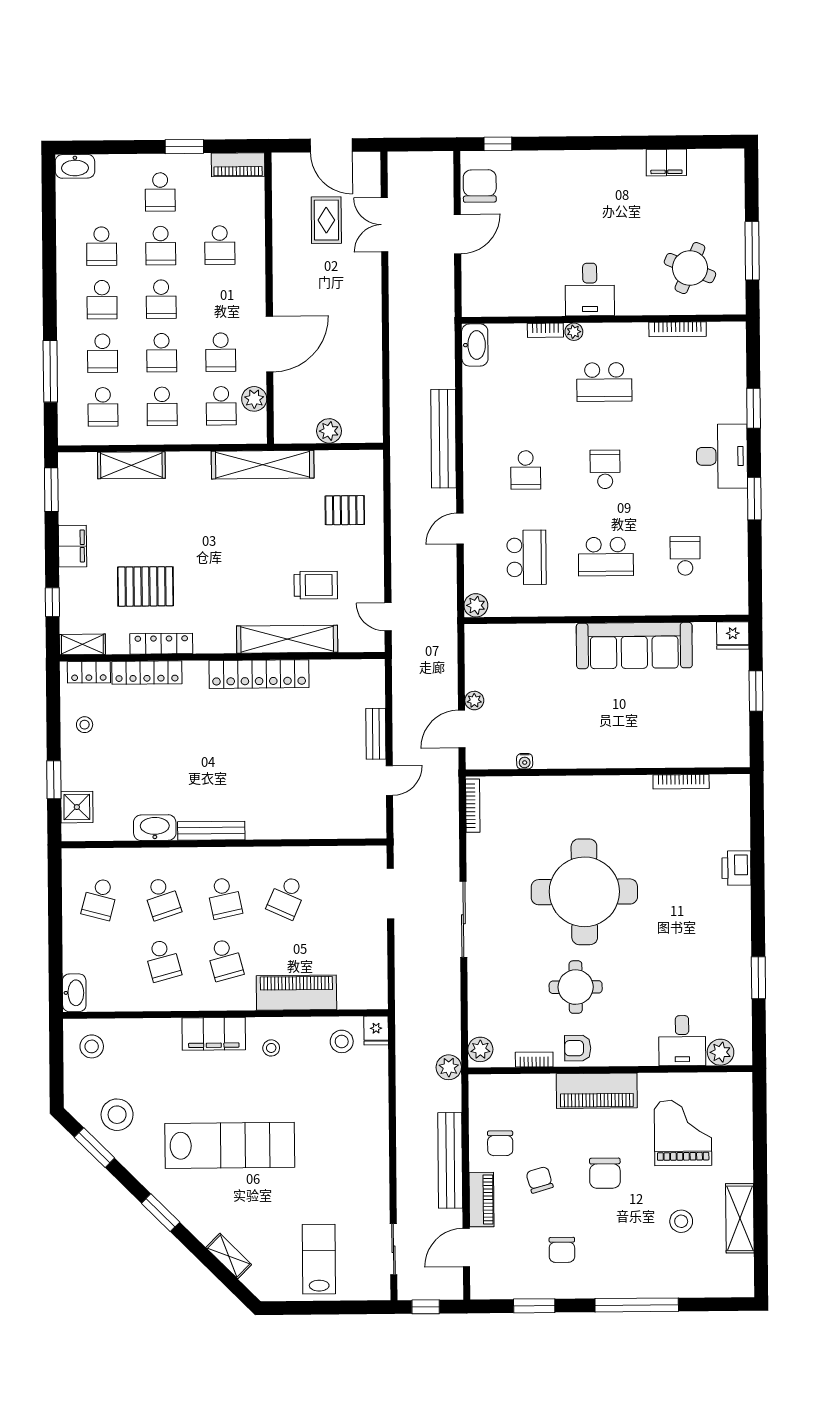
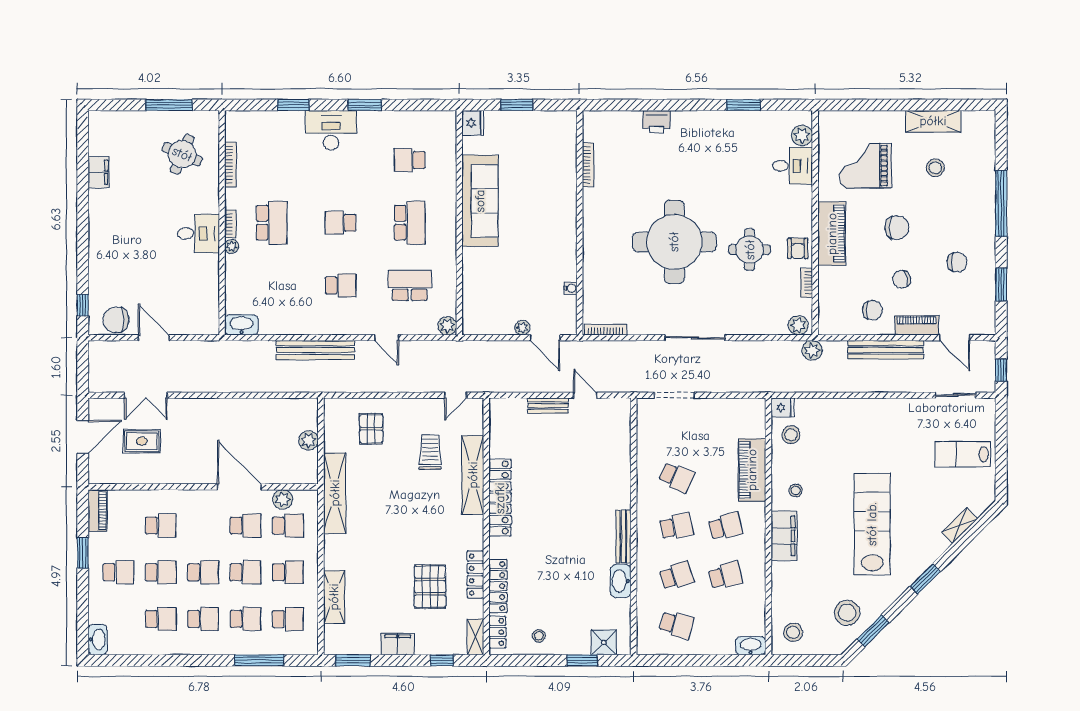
bookcase: (545, 330) -> (230, 224), moved

